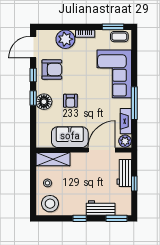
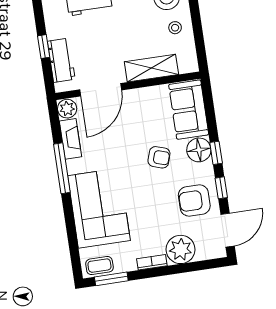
armchair: (70, 101) -> (159, 157), turned 108
sofa: (70, 137) -> (189, 110), moved, turned 90
shelving: (53, 159) -> (151, 68), moved

